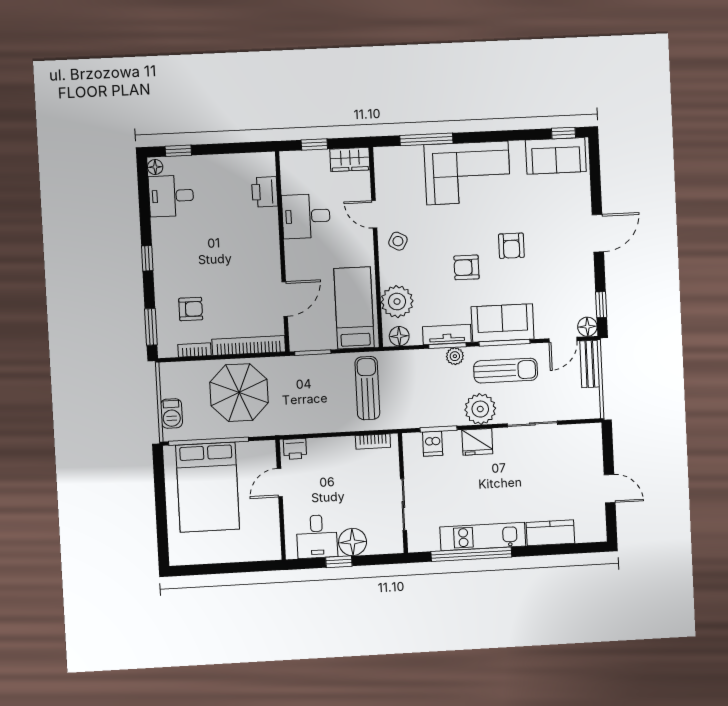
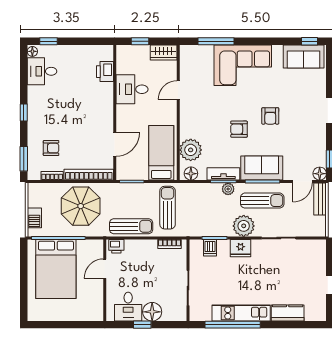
door: (374, 214) -> (178, 90), hinge flipped
side table: (398, 241) -> (193, 109), removed
sun lounger: (315, 418) -> (131, 226), added

